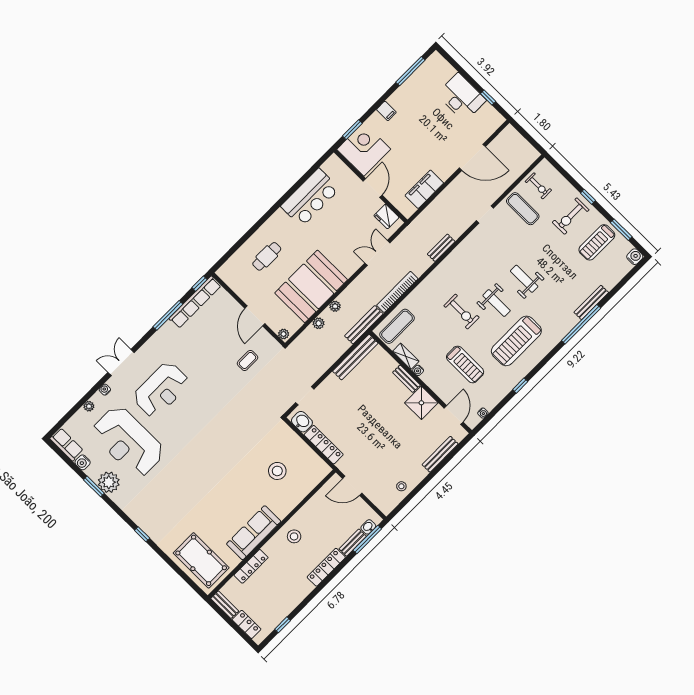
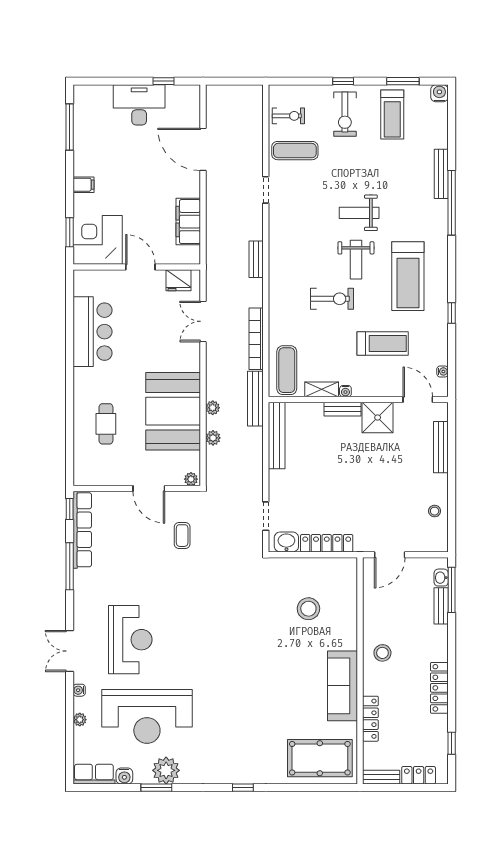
door: (472, 157) -> (203, 149), swing flipped
weight bench: (497, 303) -> (356, 260), turned 90
locker: (326, 567) -> (439, 688), moved

